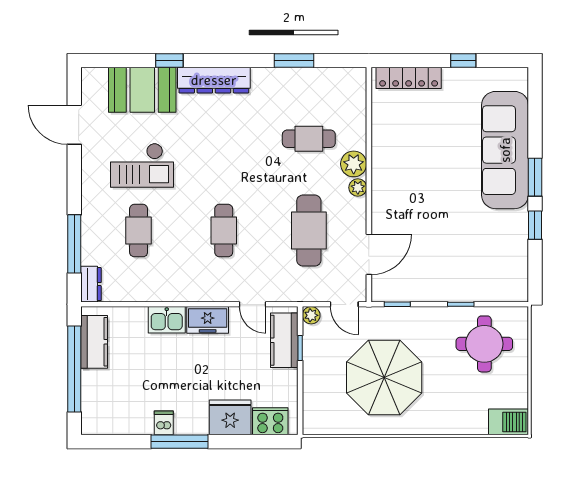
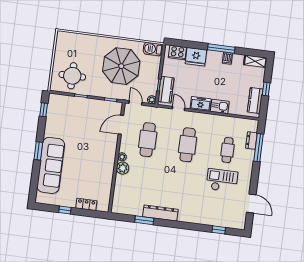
window: (169, 61) -> (219, 230), moved
locker: (409, 78) -> (86, 204), width x0.66
dresser: (214, 80) -> (160, 213), moved
booth: (142, 90) -> (217, 216), removed
cafe table: (309, 139) -> (142, 183), removed
window: (535, 225) -> (44, 110), moved
cafe table: (224, 231) -> (188, 145), width x1.37, depth x1.35
dresser: (91, 284) -> (251, 140), moved
window: (74, 369) -> (266, 89), width x0.32
barbecue: (508, 422) -> (153, 49), moved
shelving: (105, 424) -> (255, 61), added

